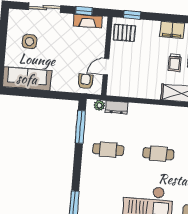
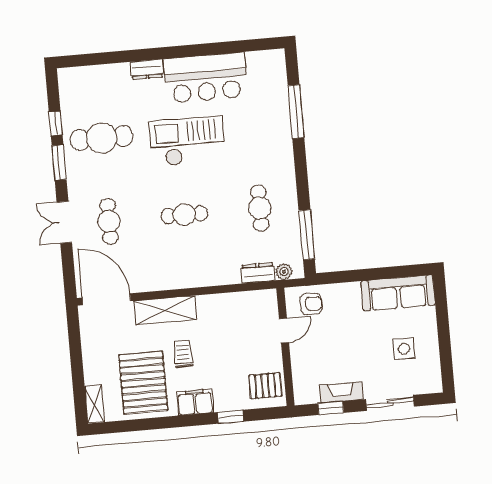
window: (132, 15) -> (230, 417), moved
fireplace: (88, 21) -> (341, 392), moved
armchair: (85, 81) -> (311, 304), turned -90
cafe table: (108, 150) -> (260, 208), turned 90

